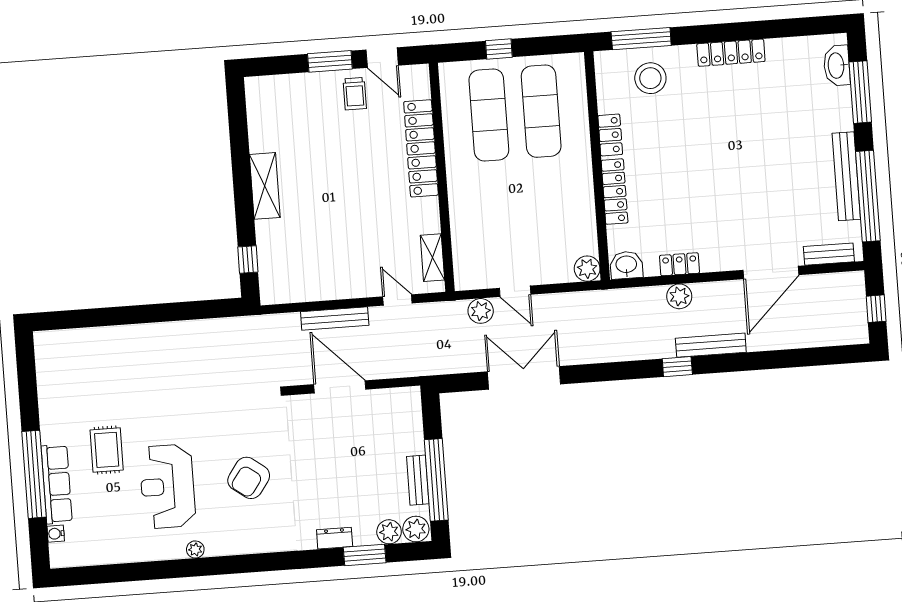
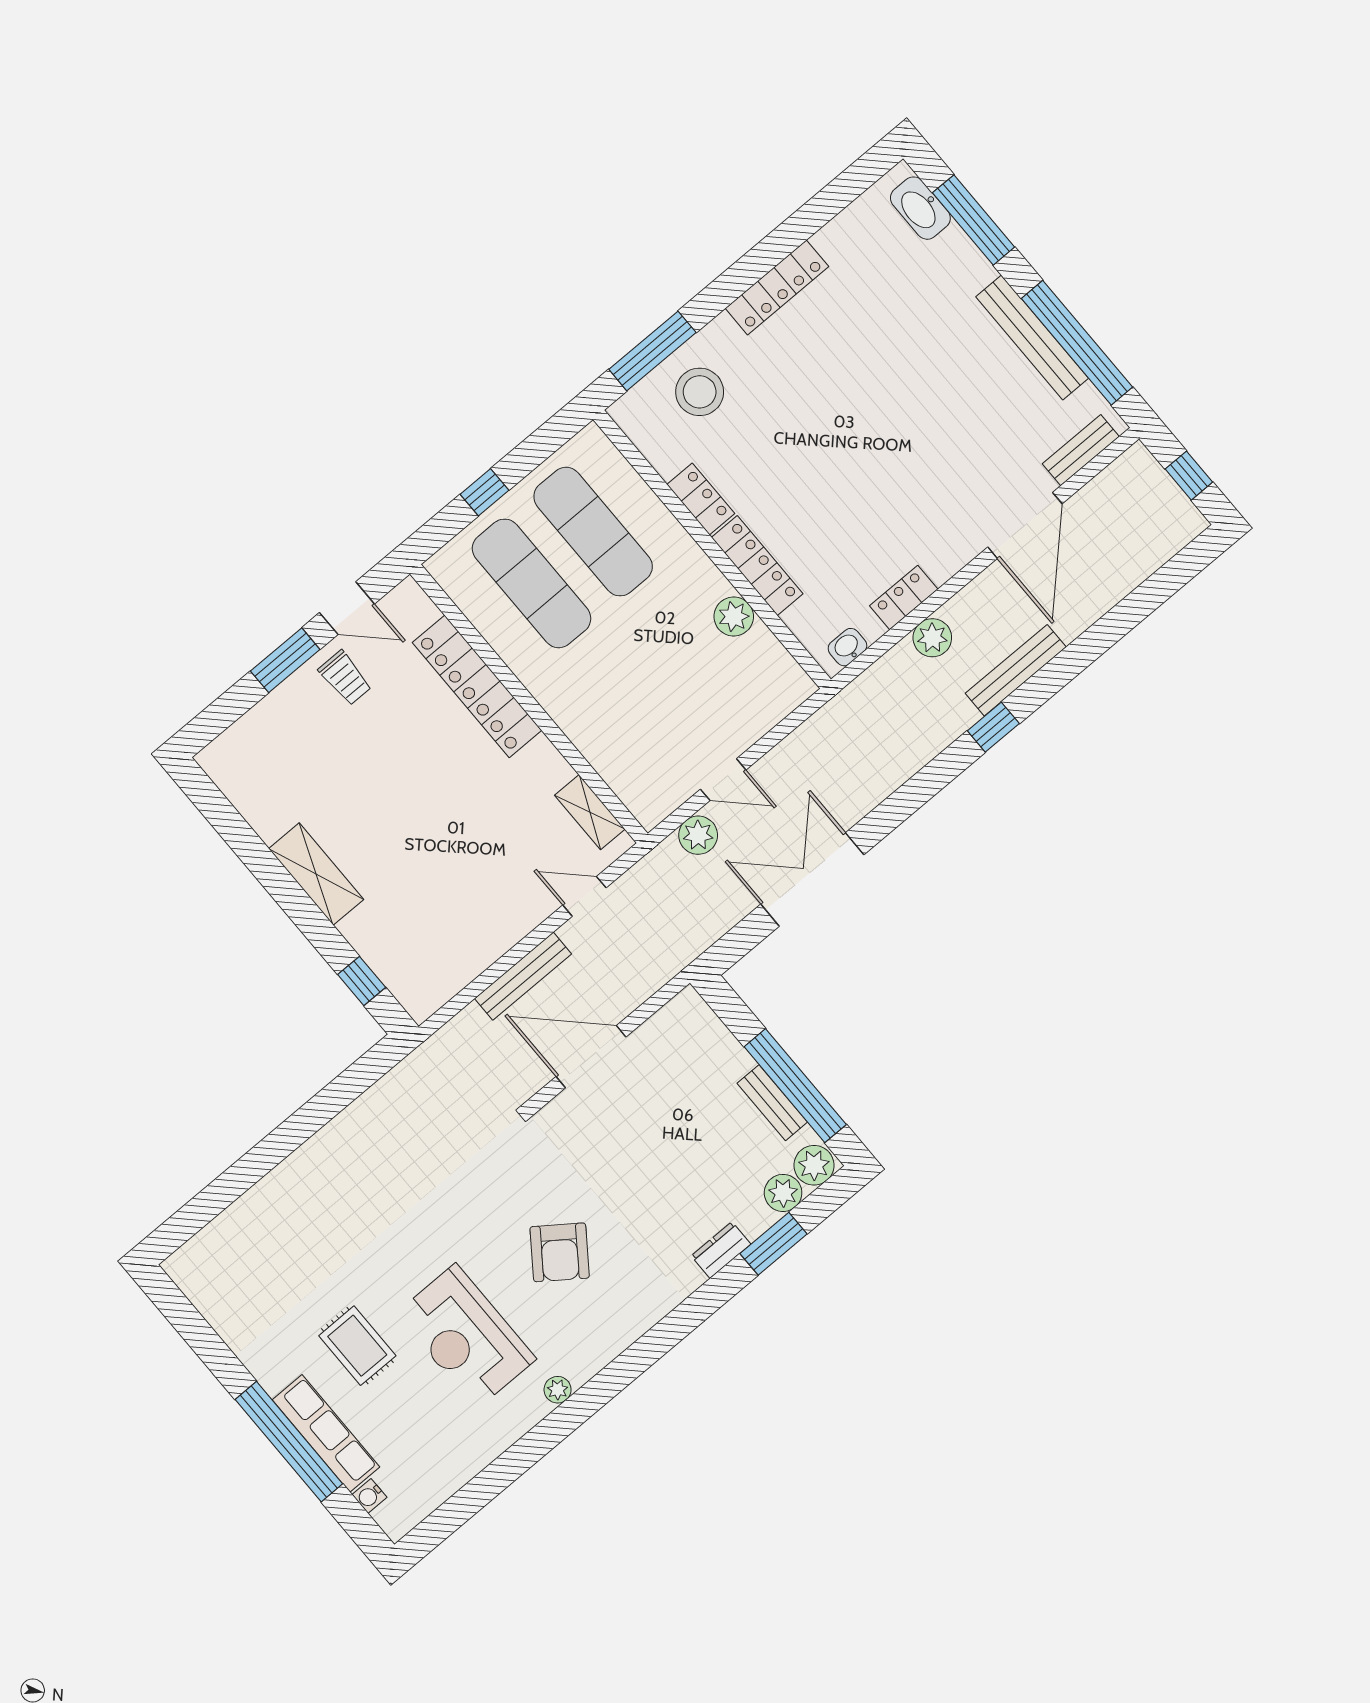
washbasin: (626, 265) -> (847, 647), width x0.72, depth x0.69
plant: (587, 269) -> (734, 616), moved

